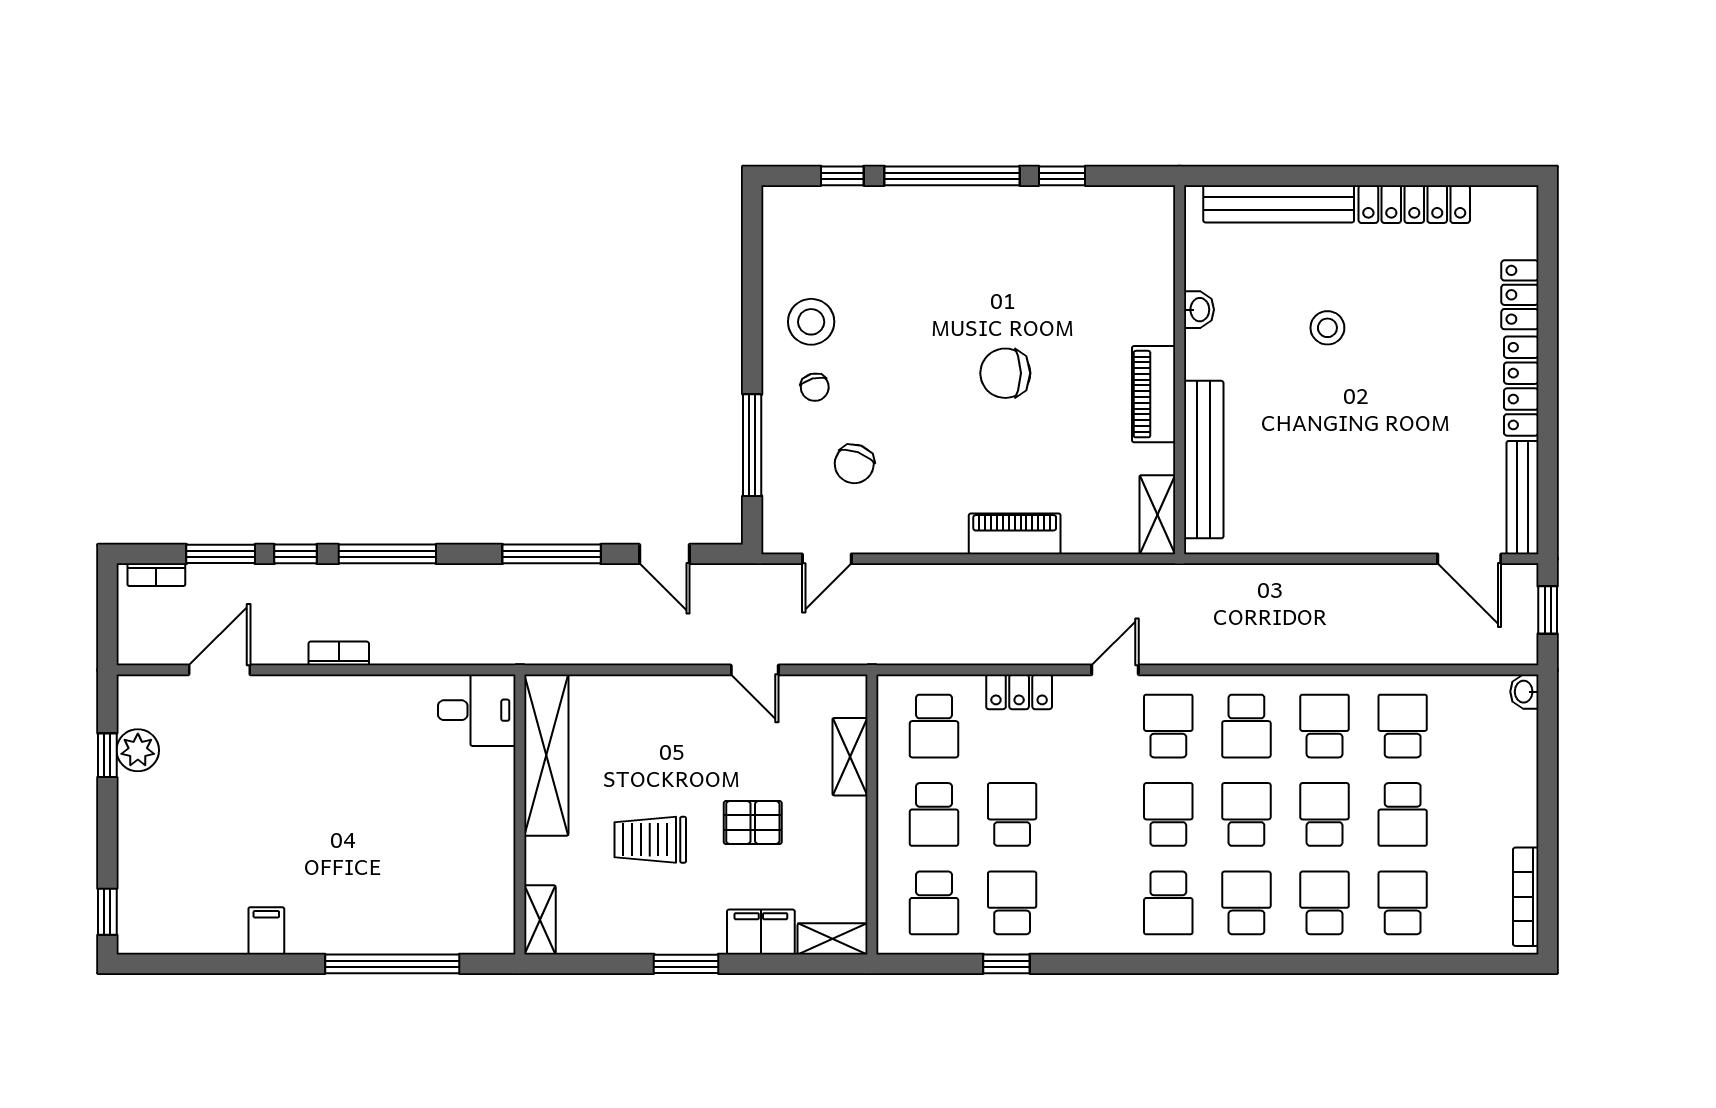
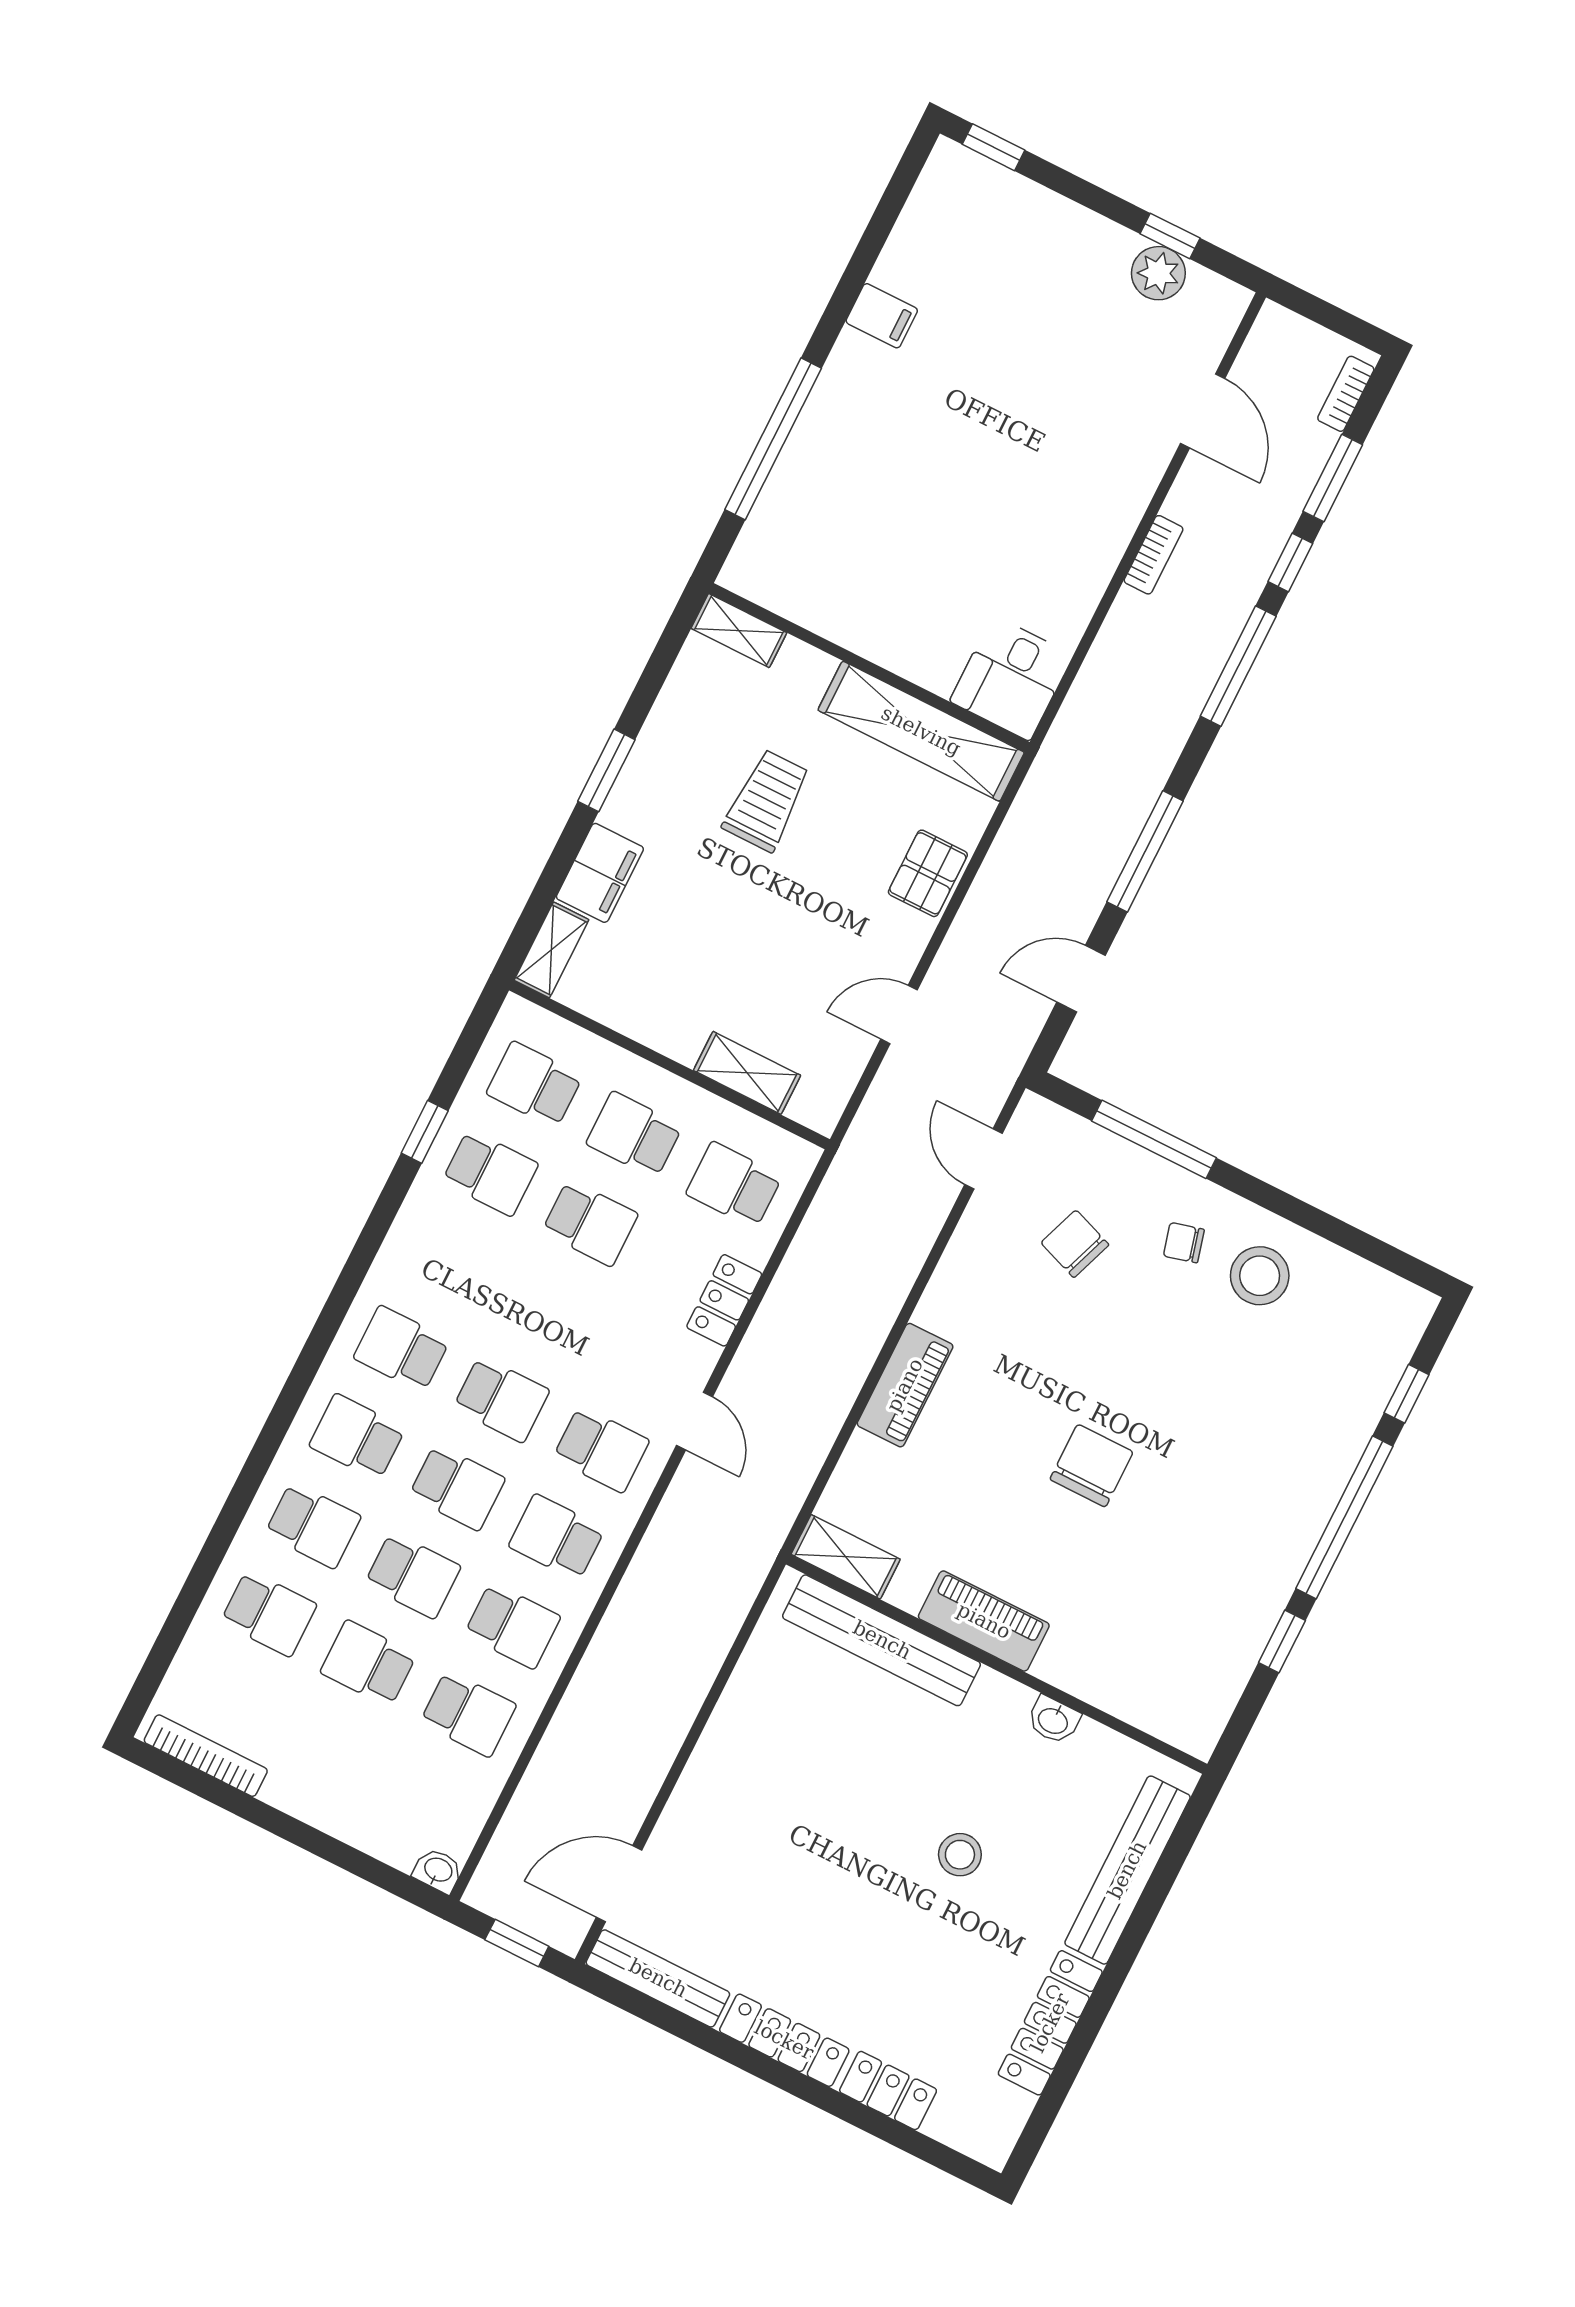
pallet: (753, 823) -> (928, 873), moved
school desk: (1246, 903) -> (357, 1437), turned 180

